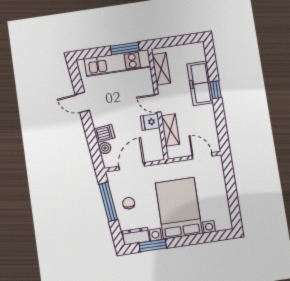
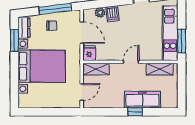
fridge: (150, 122) -> (89, 53), moved
shelving: (170, 130) -> (96, 69), moved

